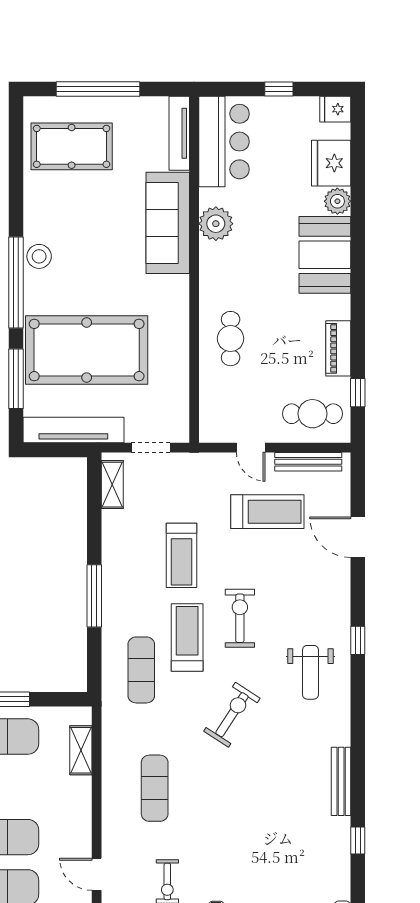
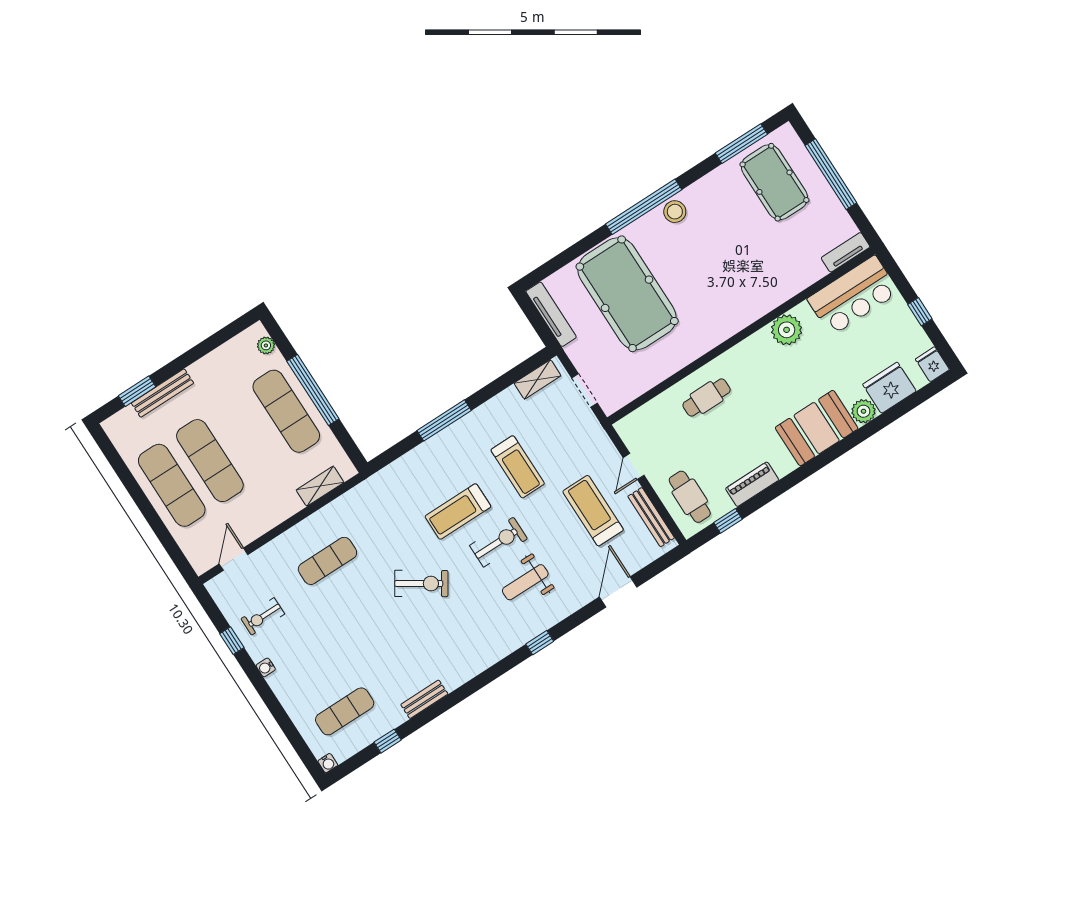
tv unit: (179, 133) -> (846, 252), width x0.71
sofa: (168, 223) -> (763, 293), removed
window: (16, 379) -> (741, 144), moved
tv unit: (73, 430) -> (551, 314), width x0.73, depth x0.78
treadmill: (267, 512) -> (593, 511), turned 180
treadmill: (181, 555) -> (518, 467), turned -90
treadmill: (187, 638) -> (458, 511), turned 180
exercise mat: (141, 670) -> (345, 711), moved
weight bench: (310, 672) -> (525, 582), moved
bench: (341, 781) -> (424, 699), width x0.73

